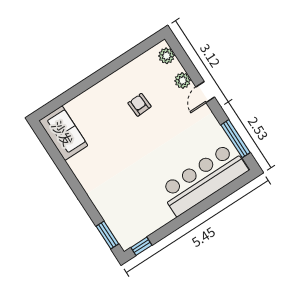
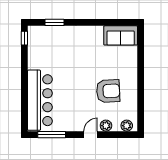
door: (205, 92) -> (91, 135), hinge flipped
armchair: (139, 105) -> (108, 91), width x1.88, depth x1.88
window: (107, 235) -> (54, 22), moved

